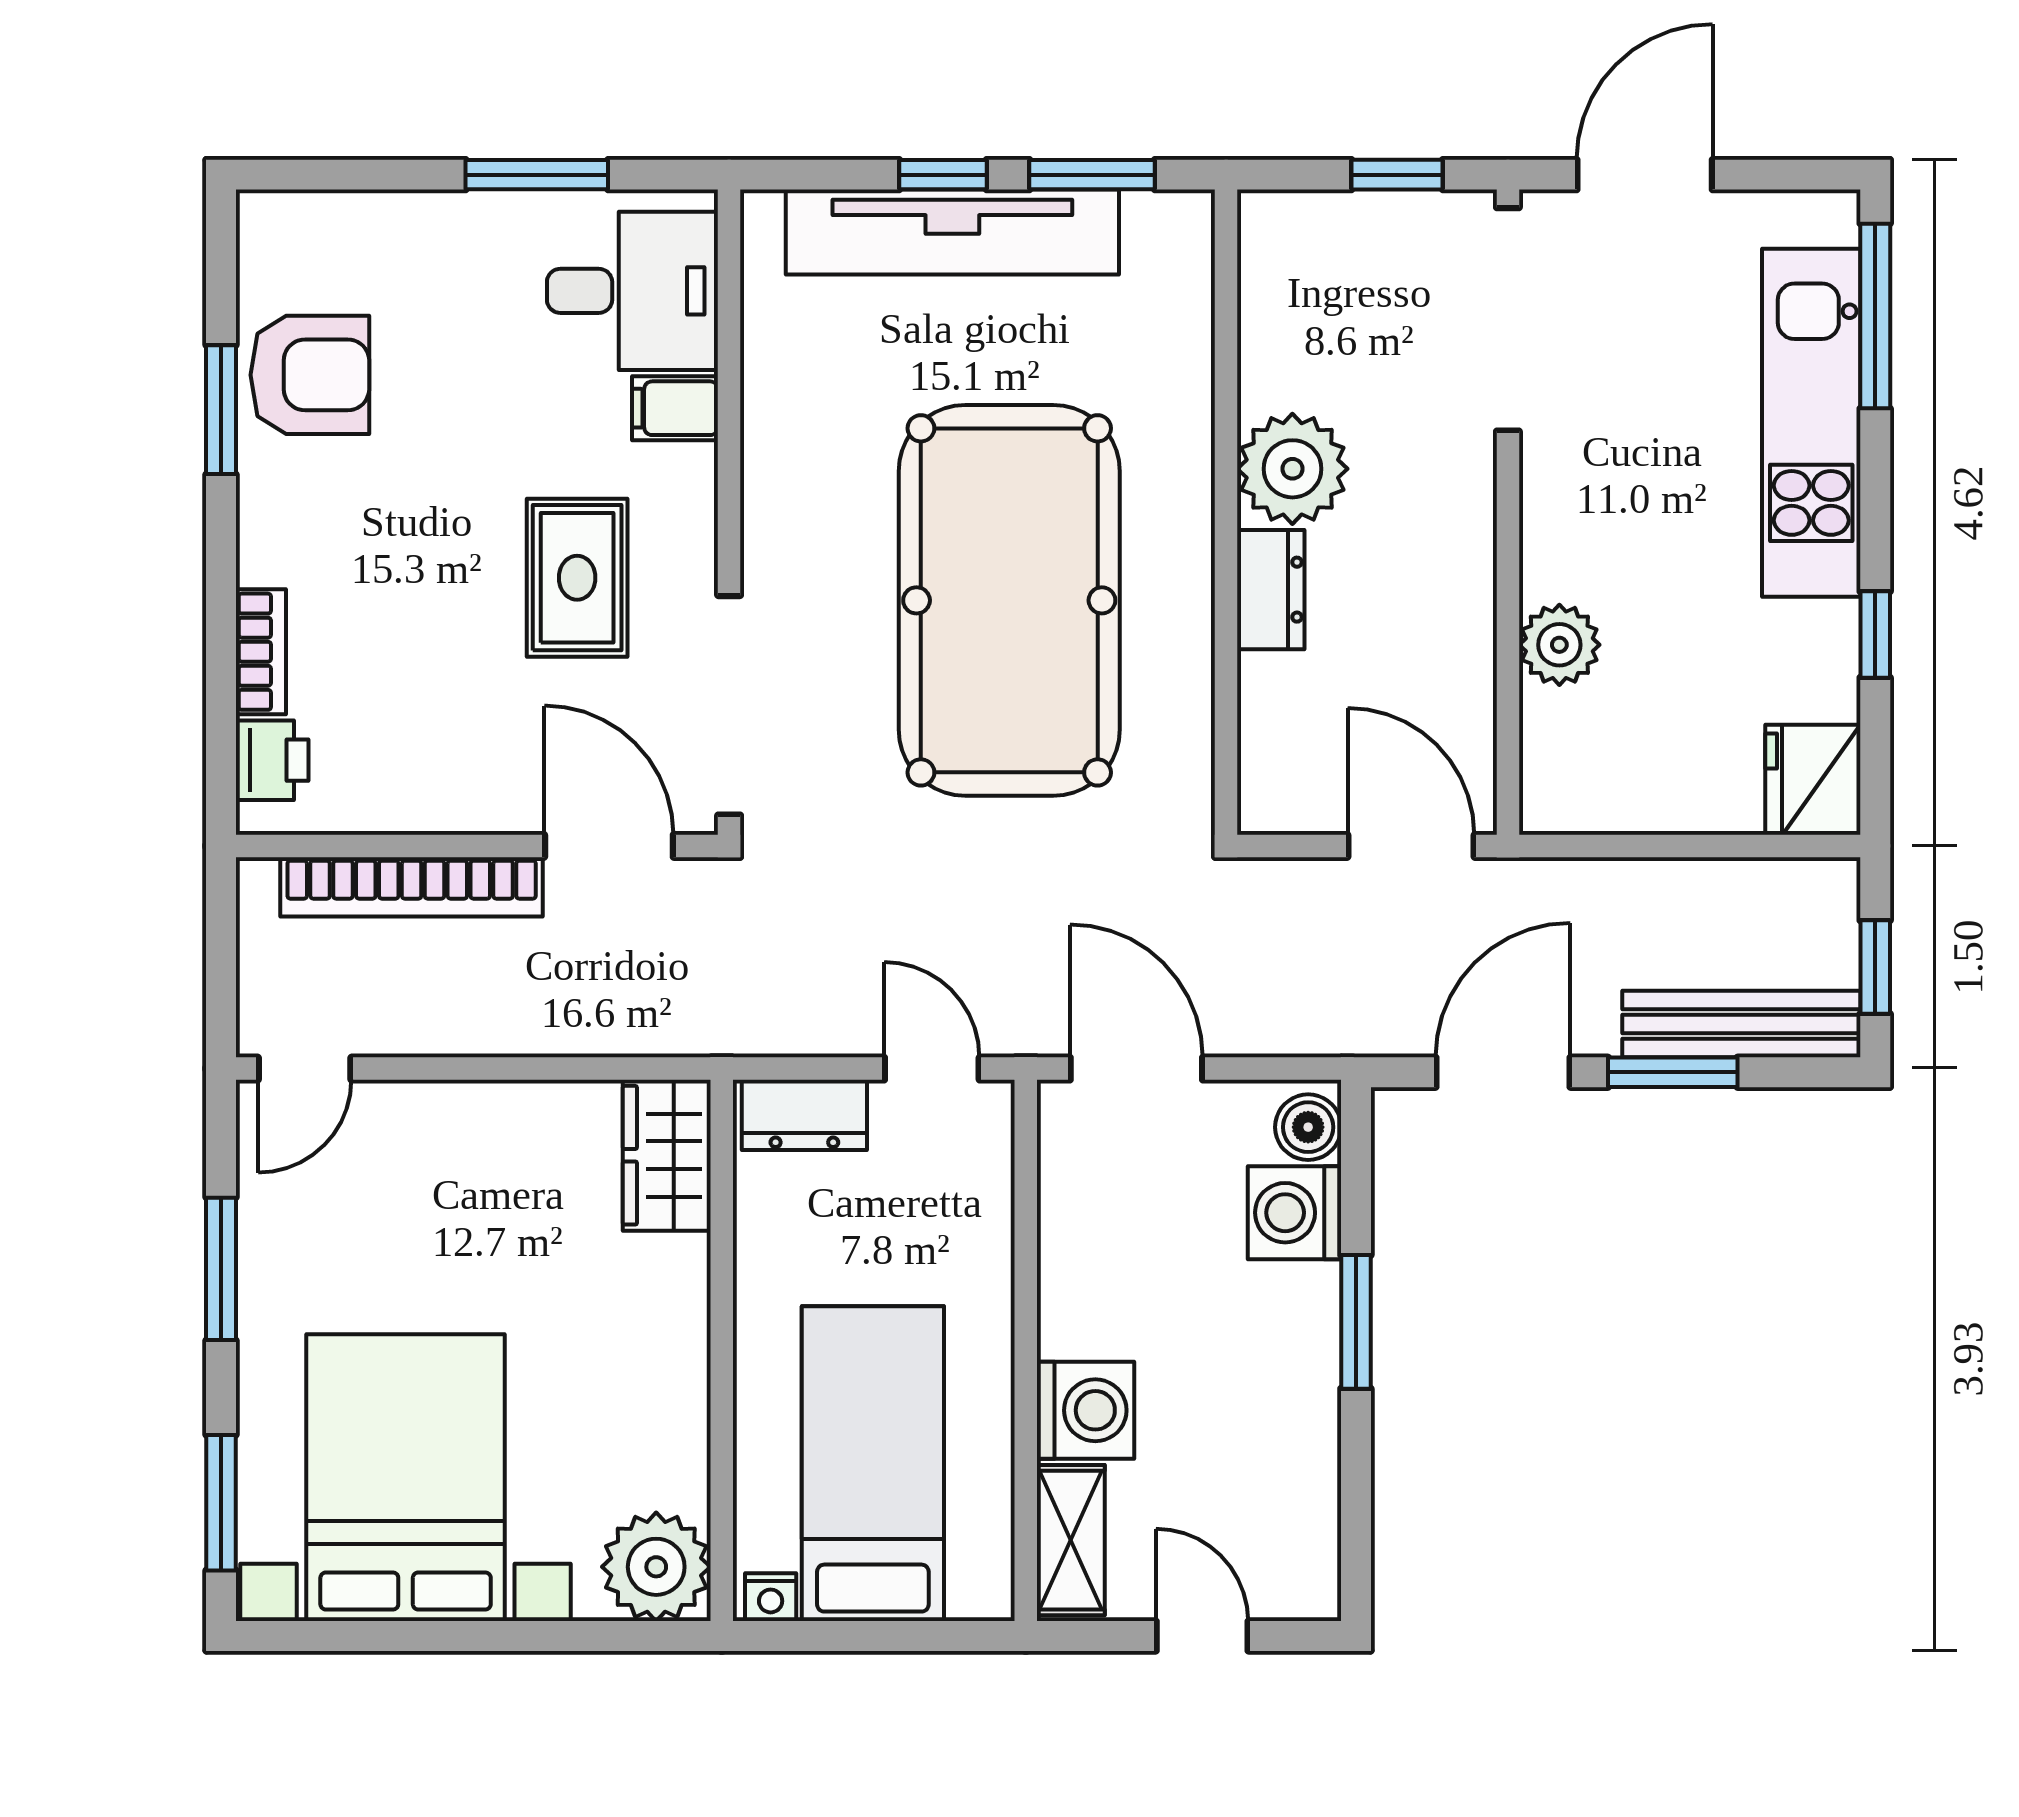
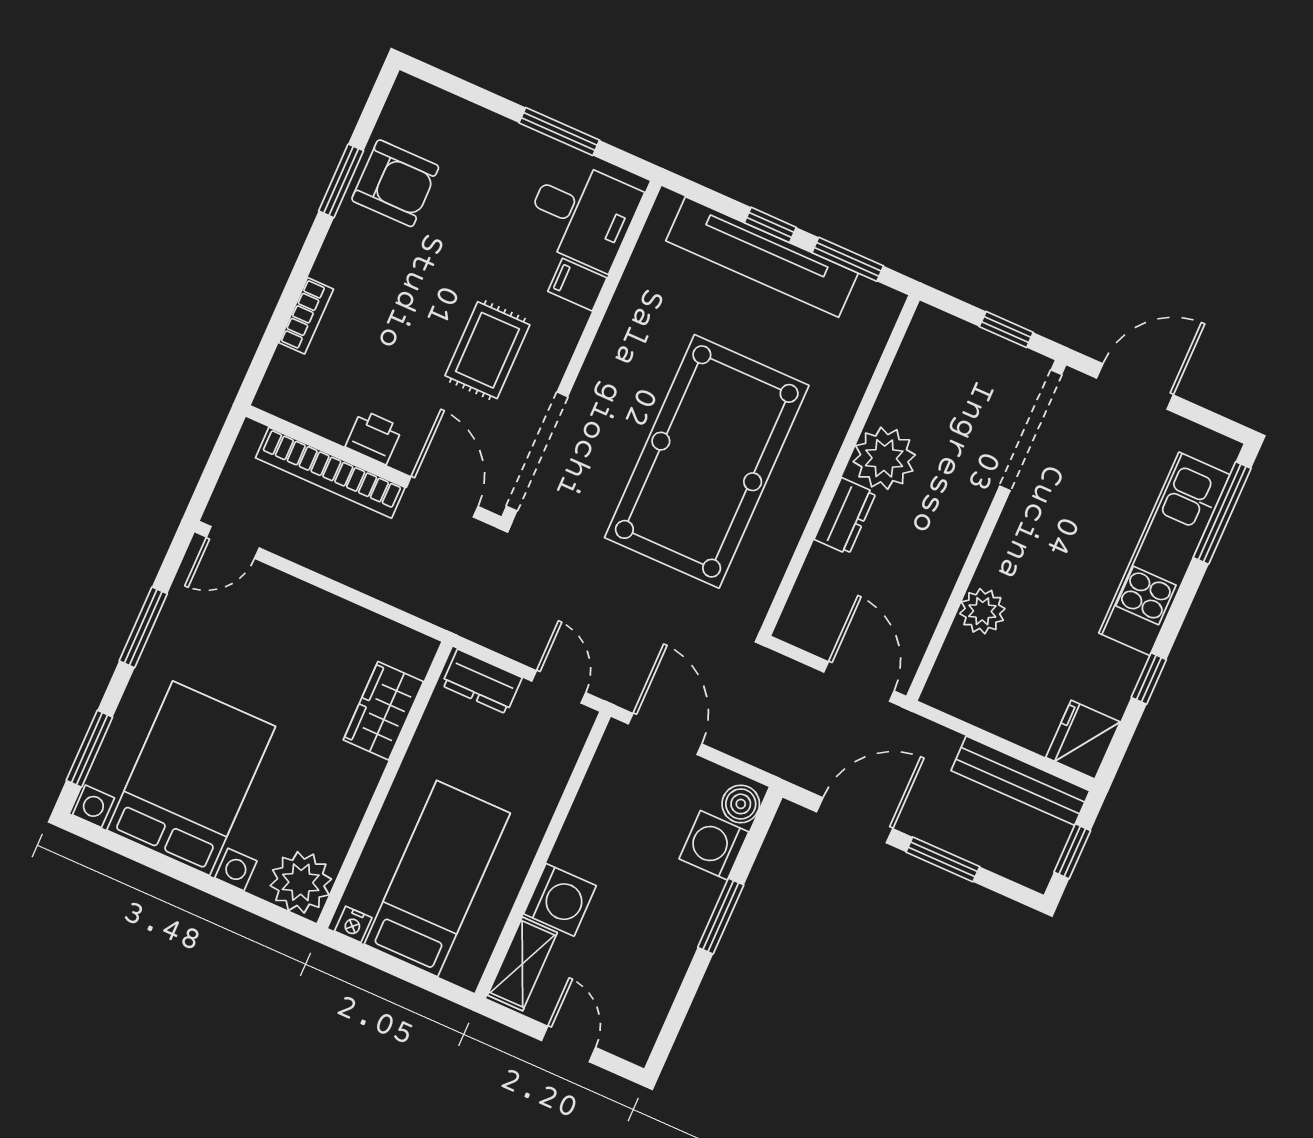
printer: (272, 760) -> (374, 437), moved, turned -90
bench: (1741, 1024) -> (1020, 781), moved
wardrobe: (667, 1155) -> (383, 711), moved

